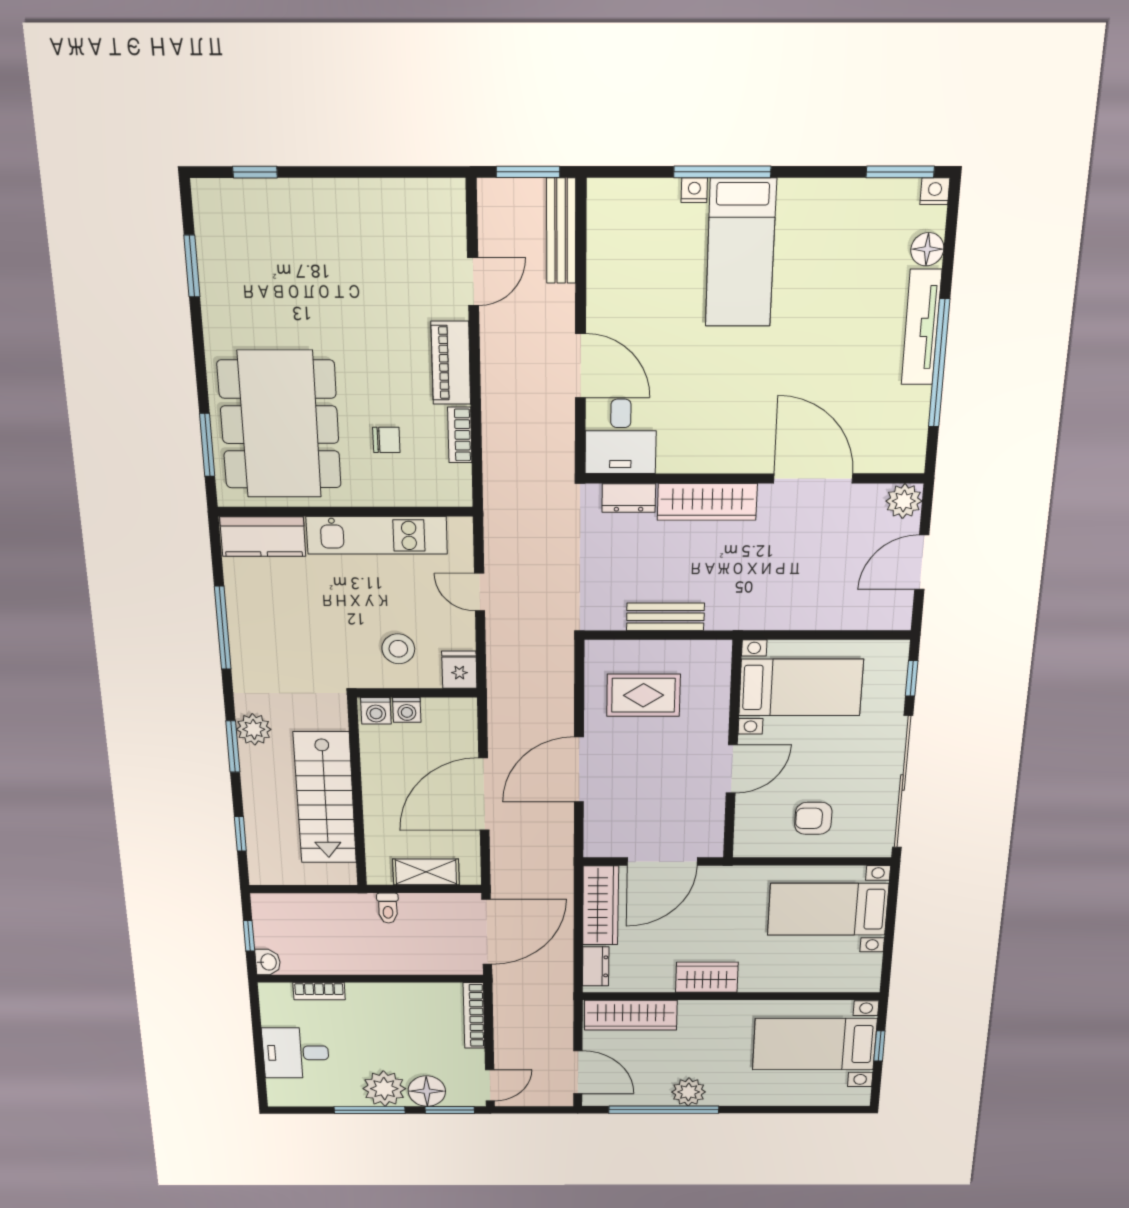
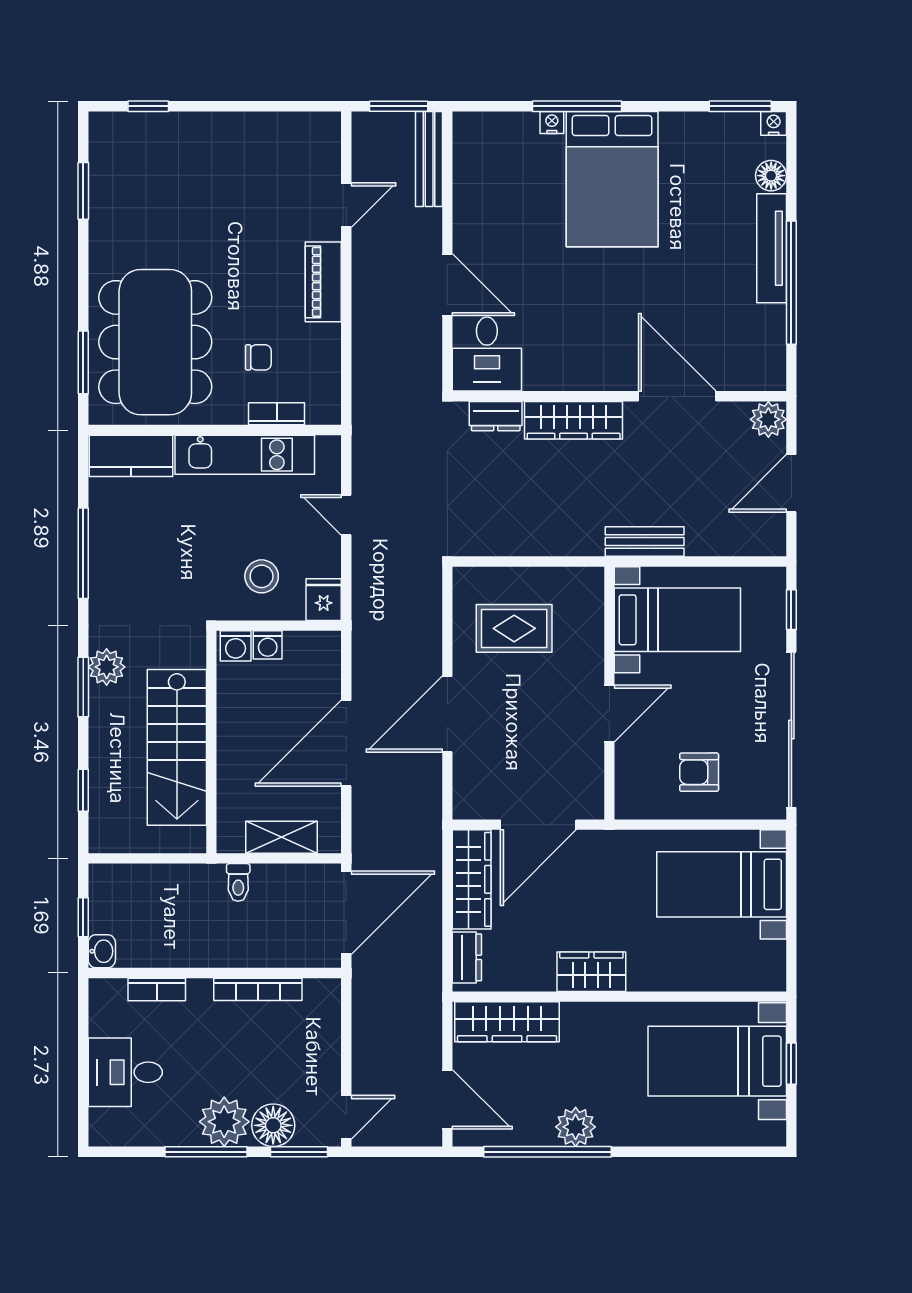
bed: (741, 253) -> (612, 179), width x1.50
bookcase: (460, 435) -> (277, 414), moved, turned 90
bench: (665, 617) -> (645, 541), moved
bookcase: (474, 1016) -> (258, 989), moved, turned -90

